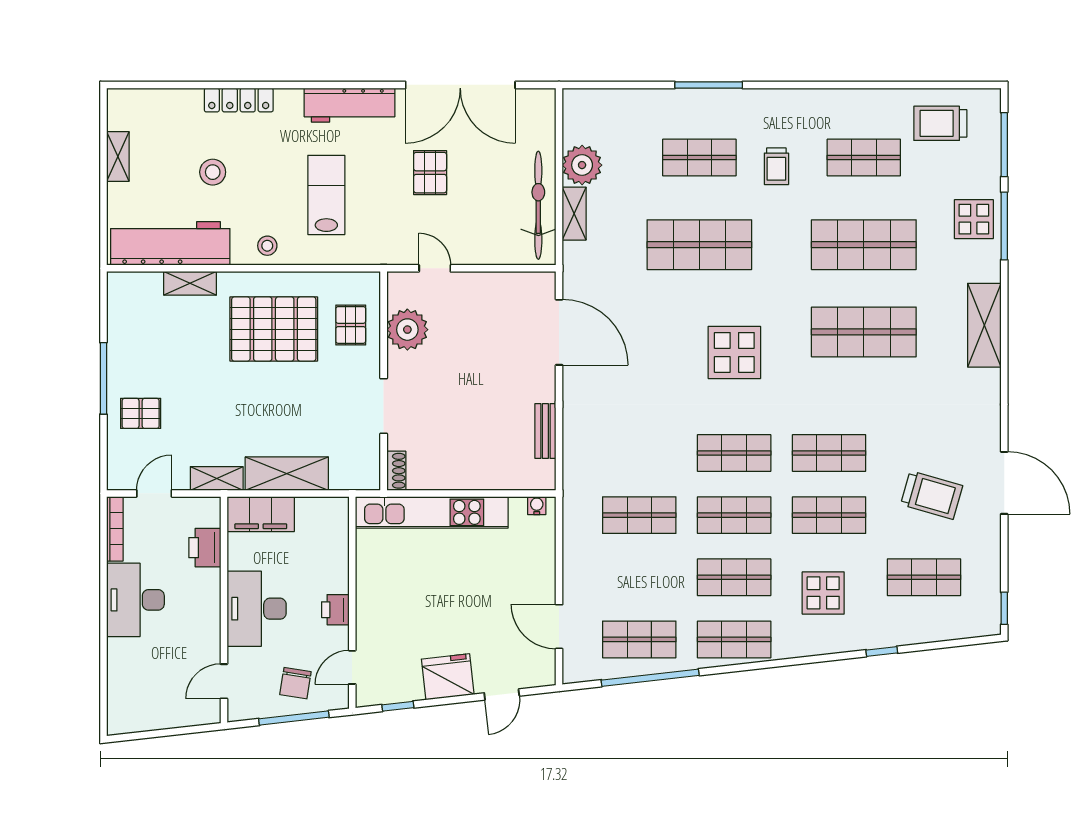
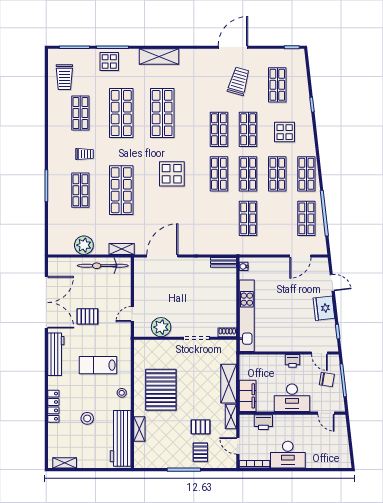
shelving: (118, 156) -> (65, 463), moved
shelving: (574, 214) -> (122, 249), moved
pallet: (351, 325) -> (201, 427), moved
bench: (545, 431) -> (224, 262), moved

